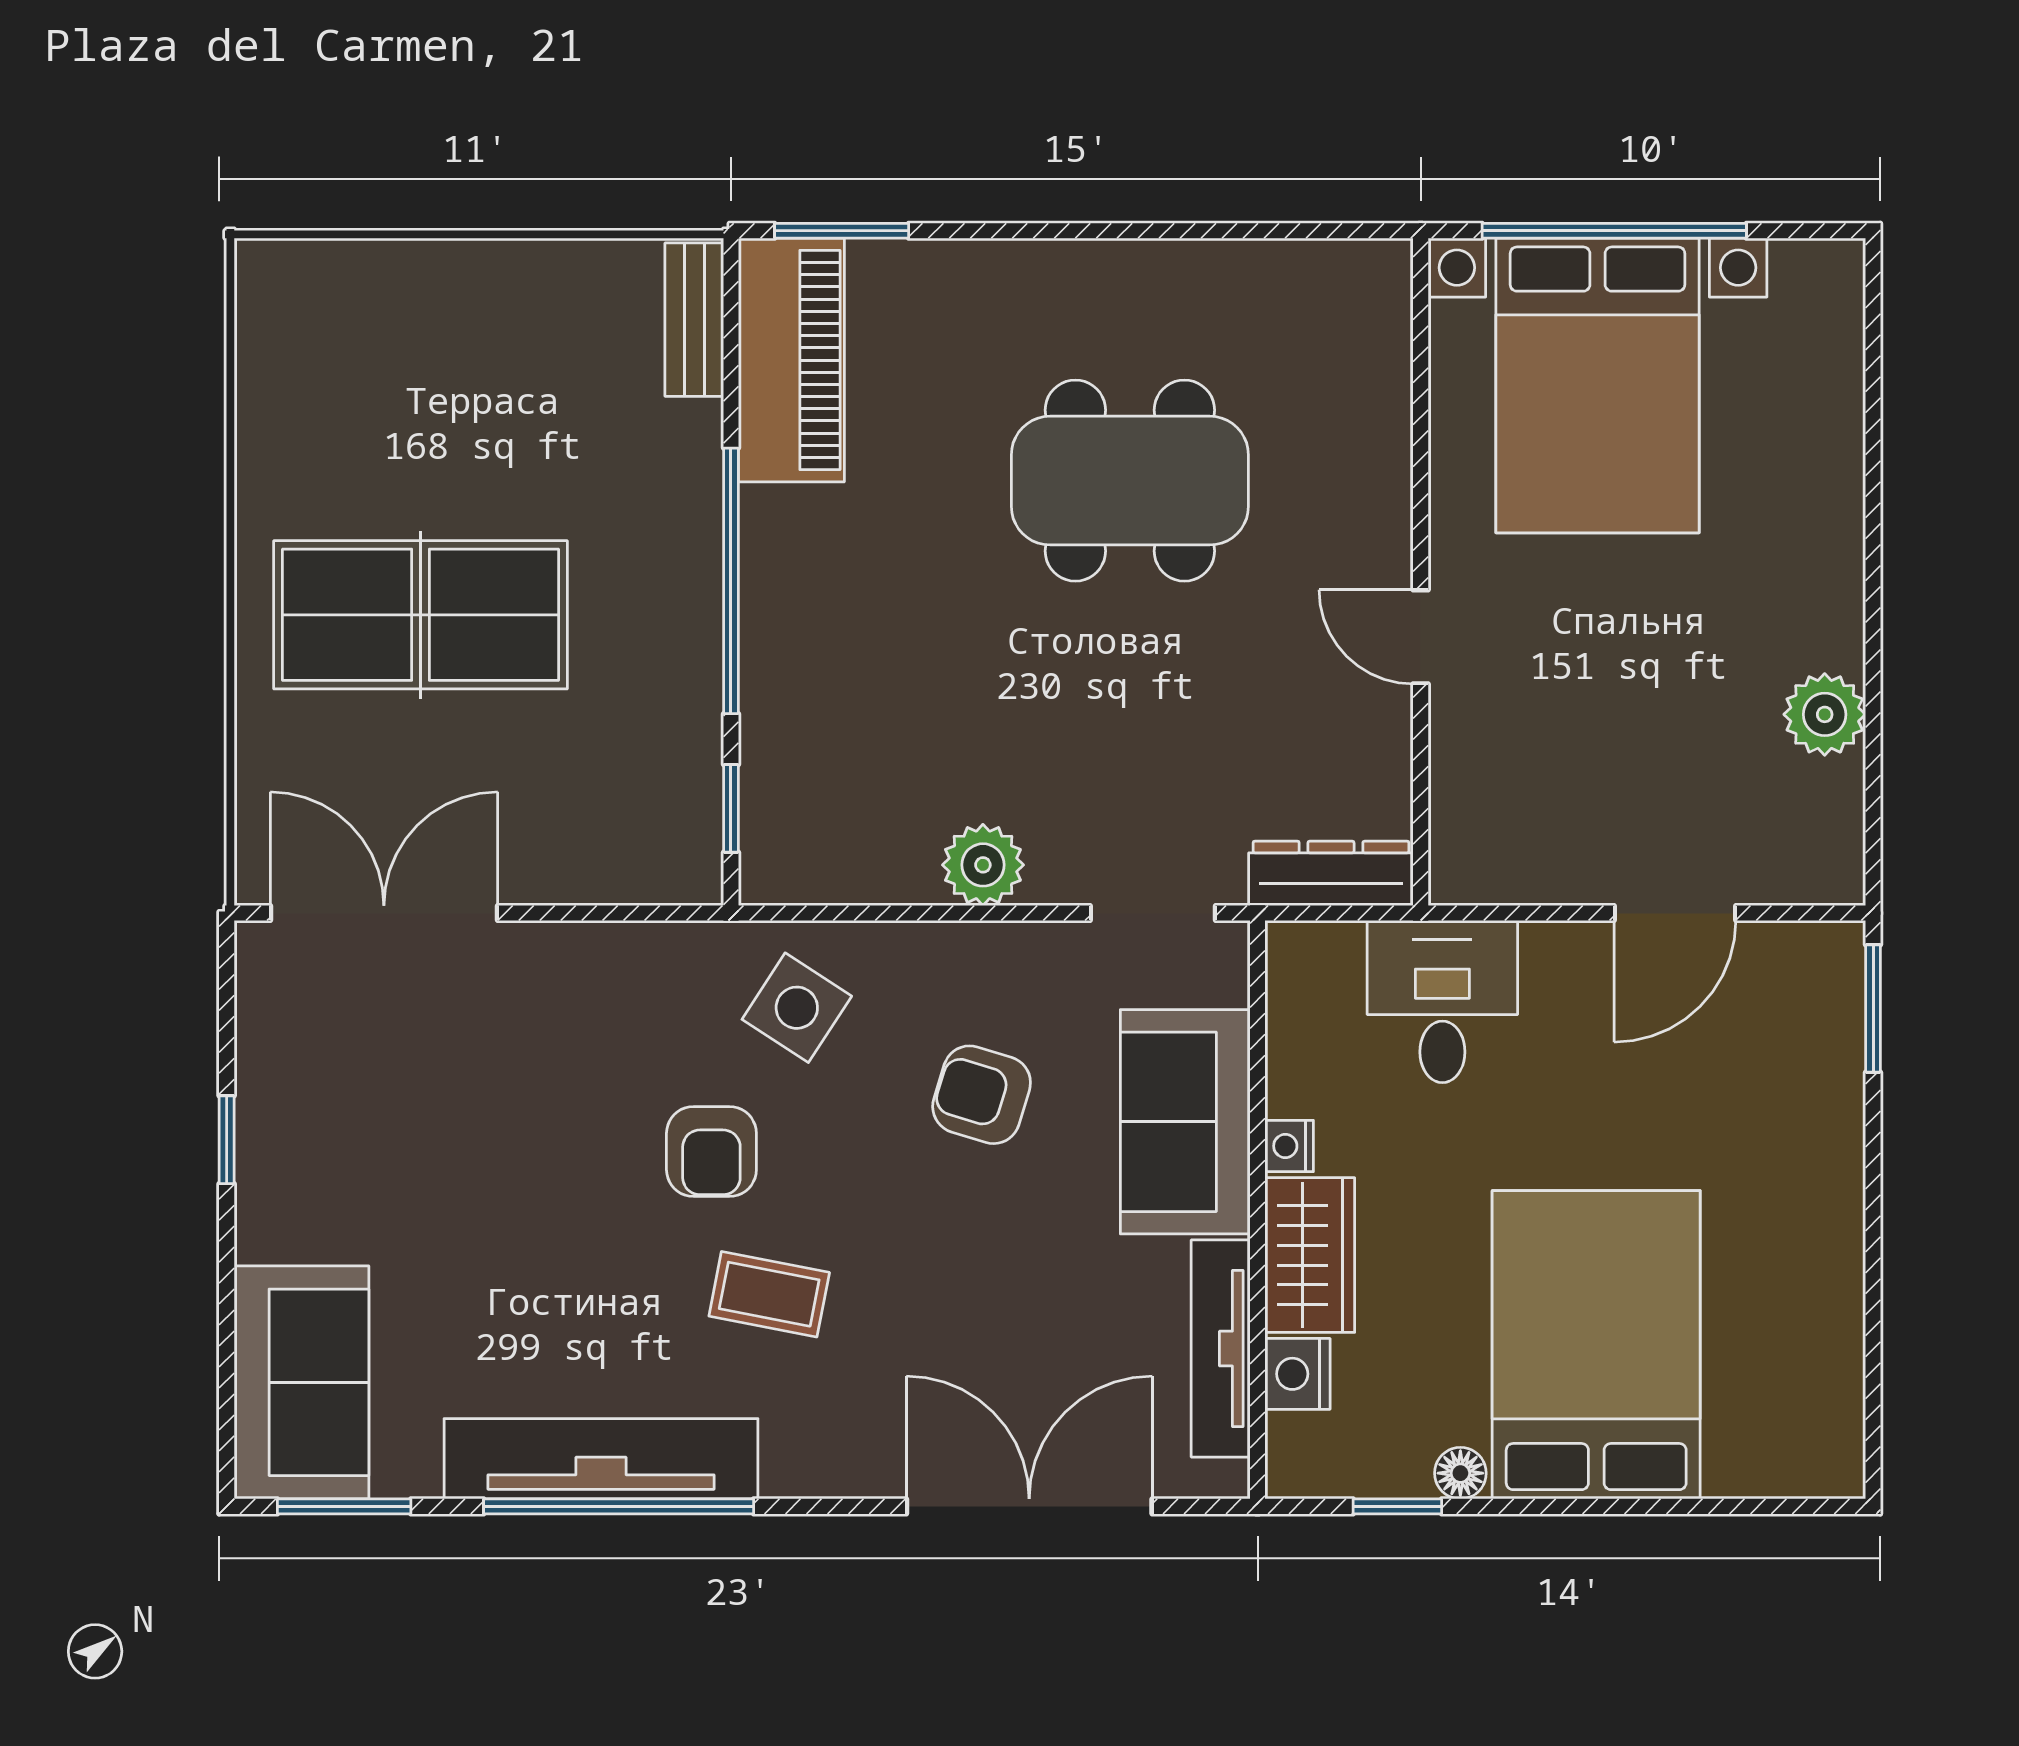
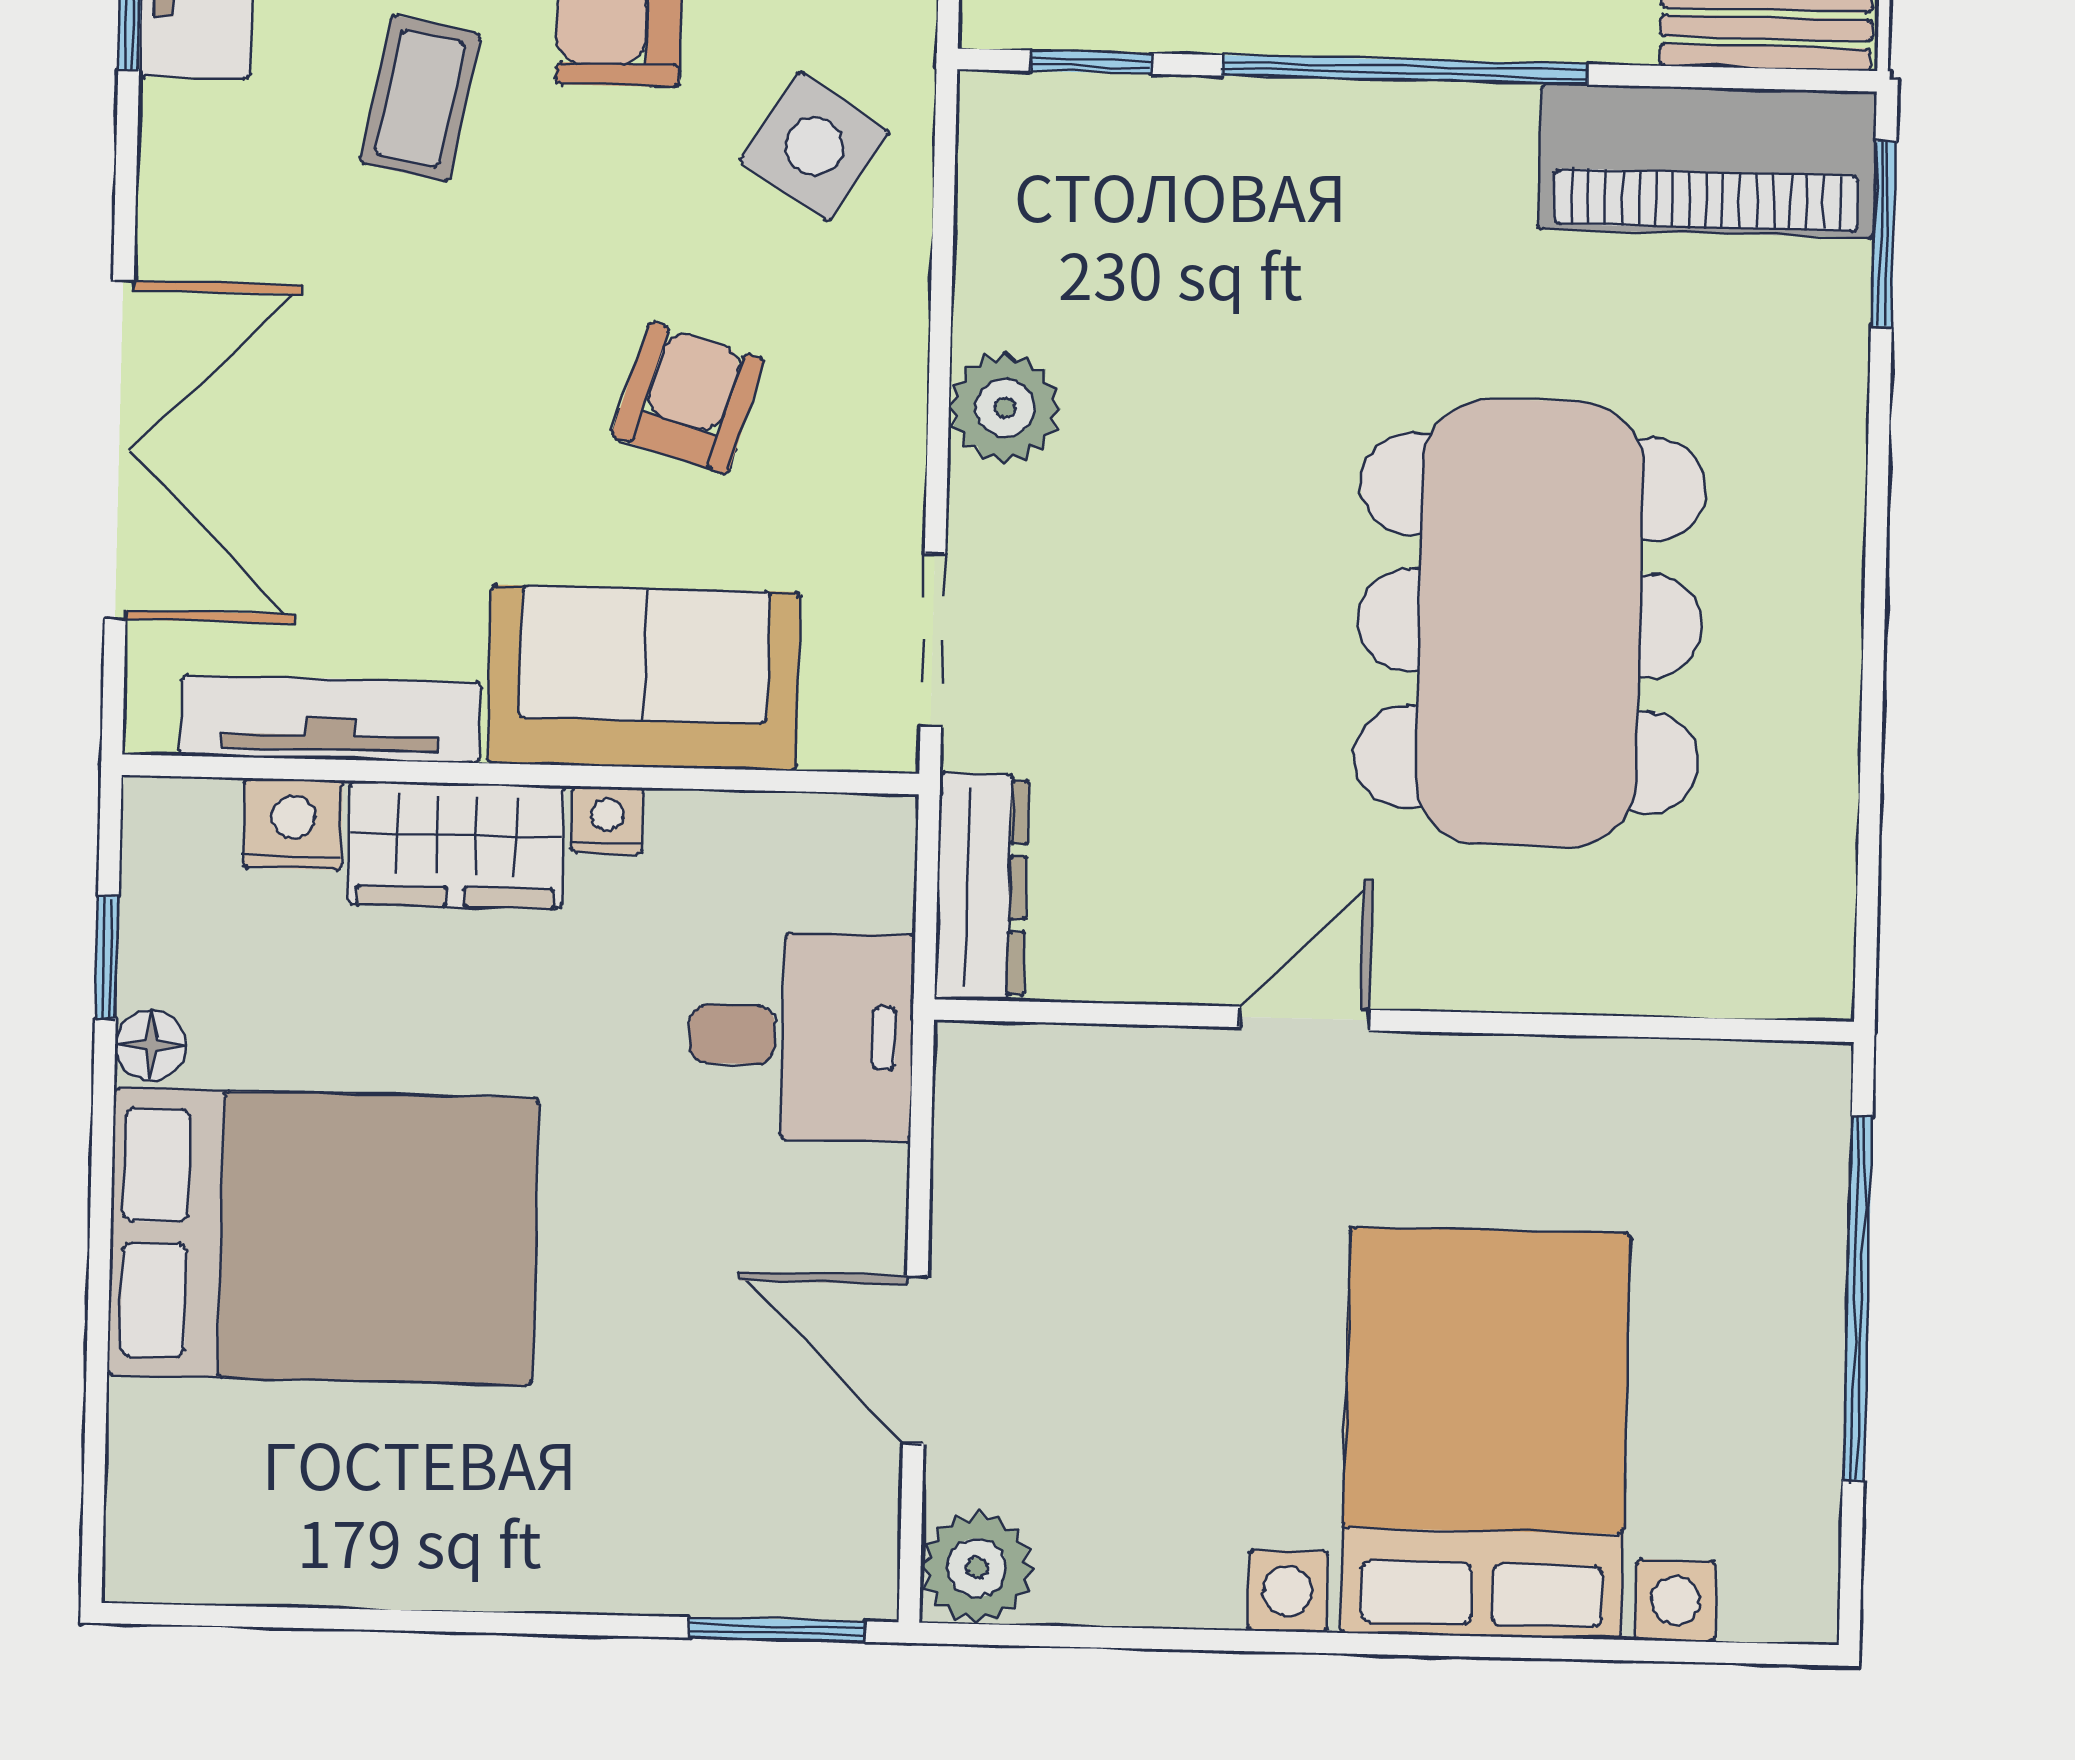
bed with nightstands: (1598, 385) -> (1486, 1433), moved, turned 90
dining table: (1130, 481) -> (1530, 623), width x1.36, depth x1.24
plant: (1825, 714) -> (977, 1568), moved

